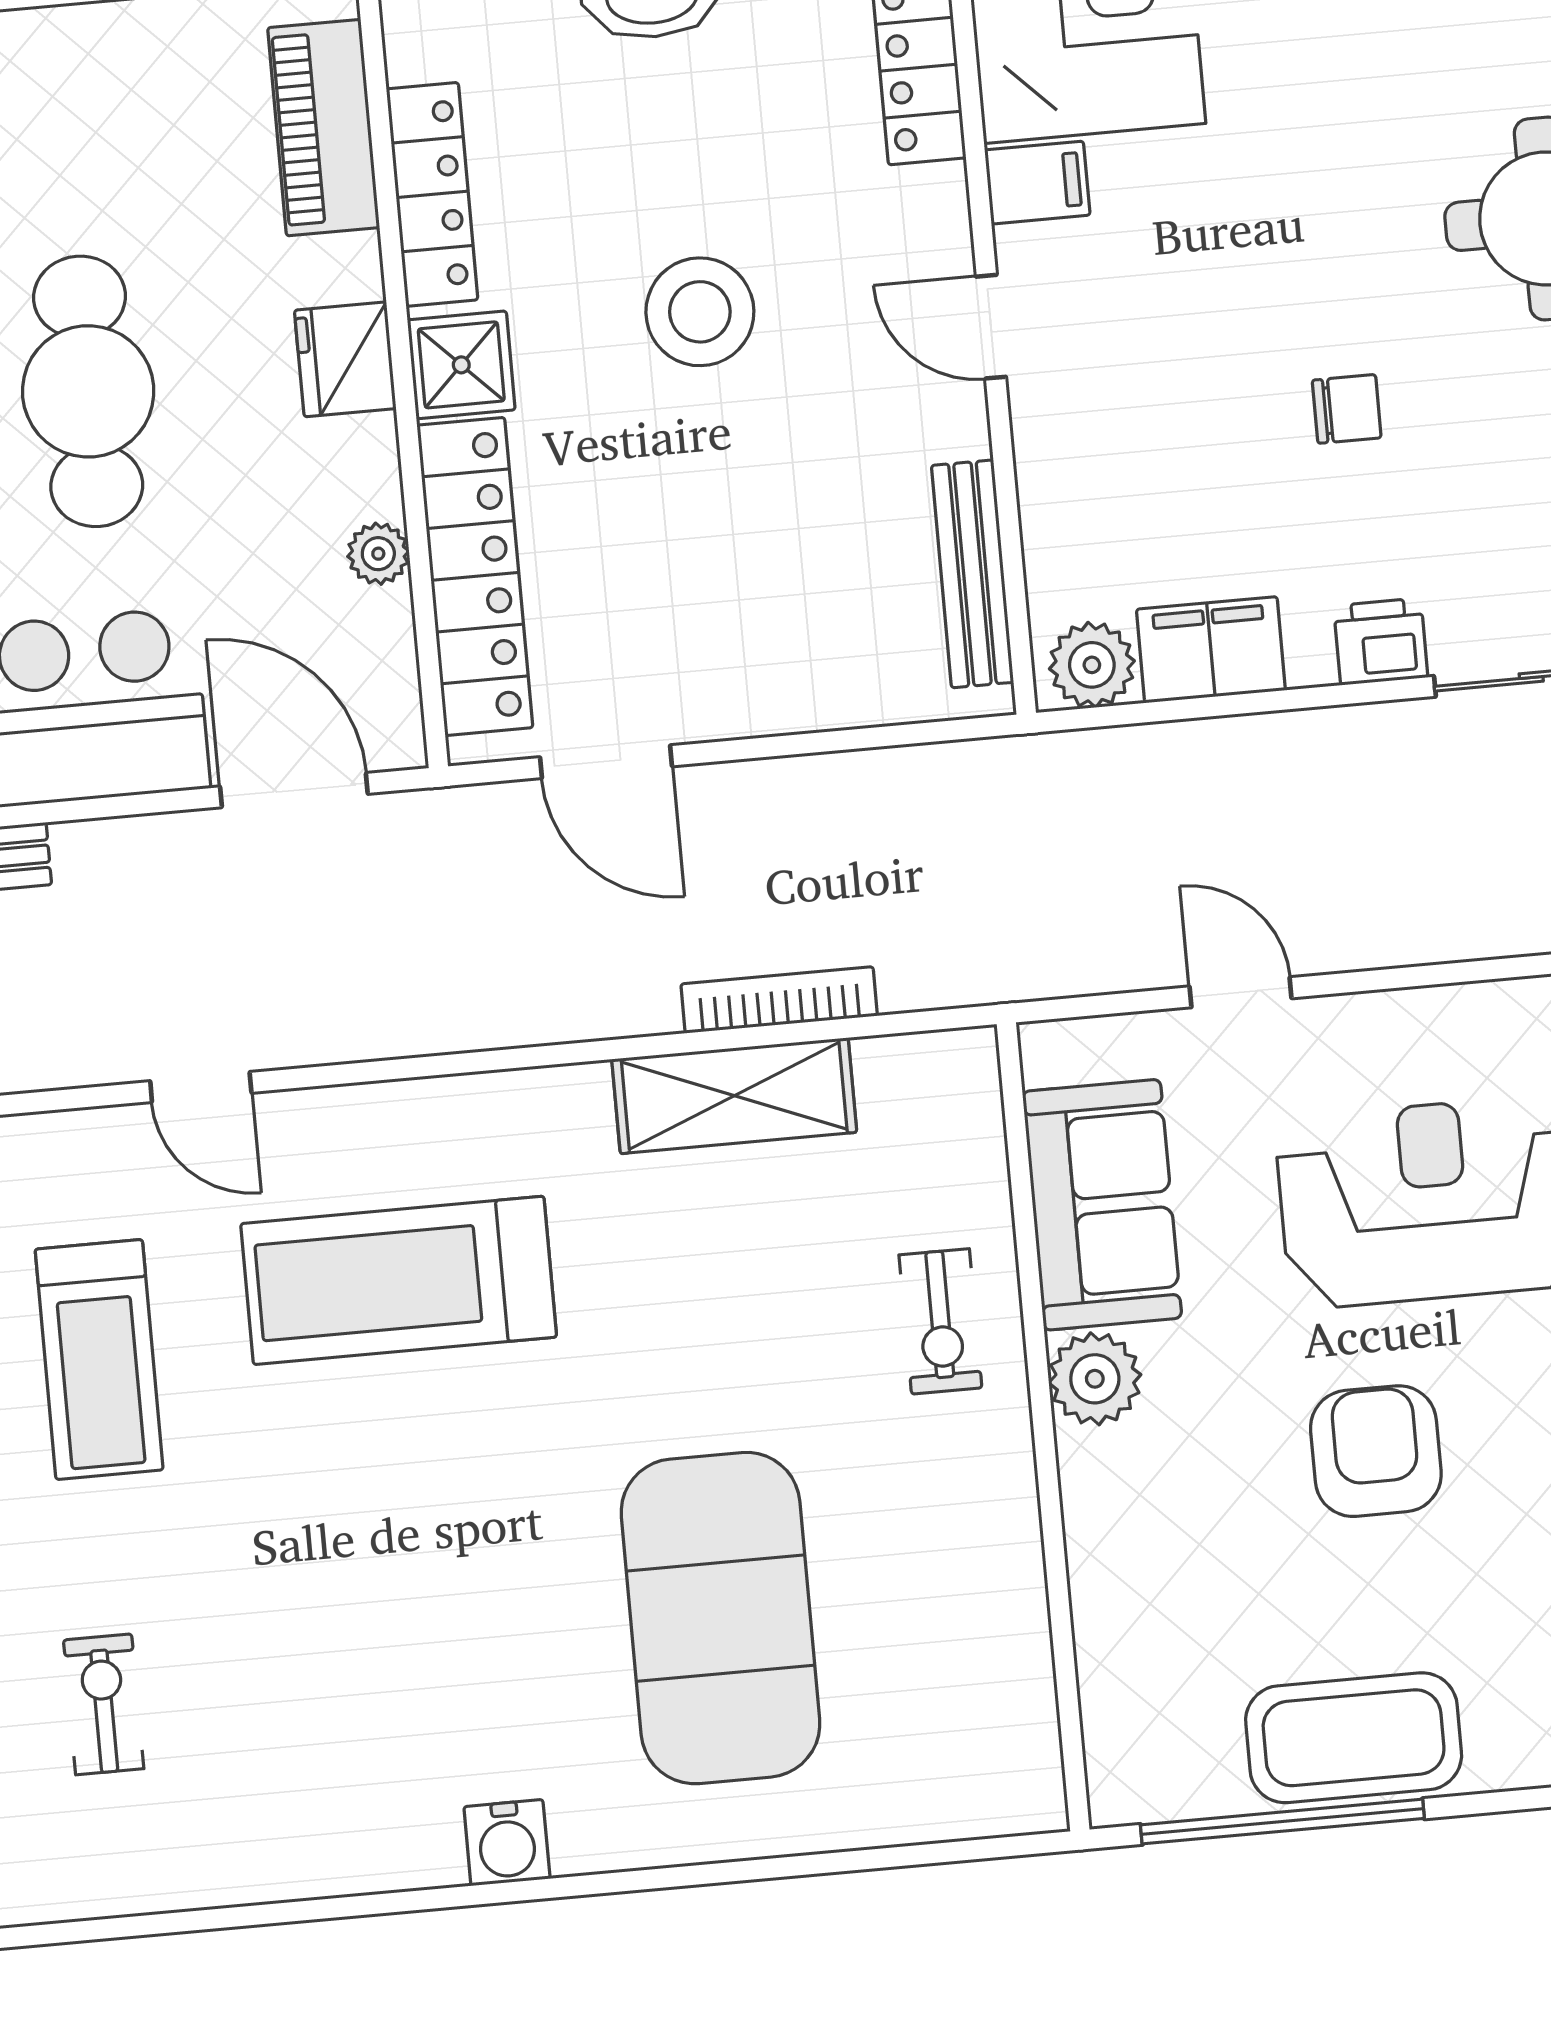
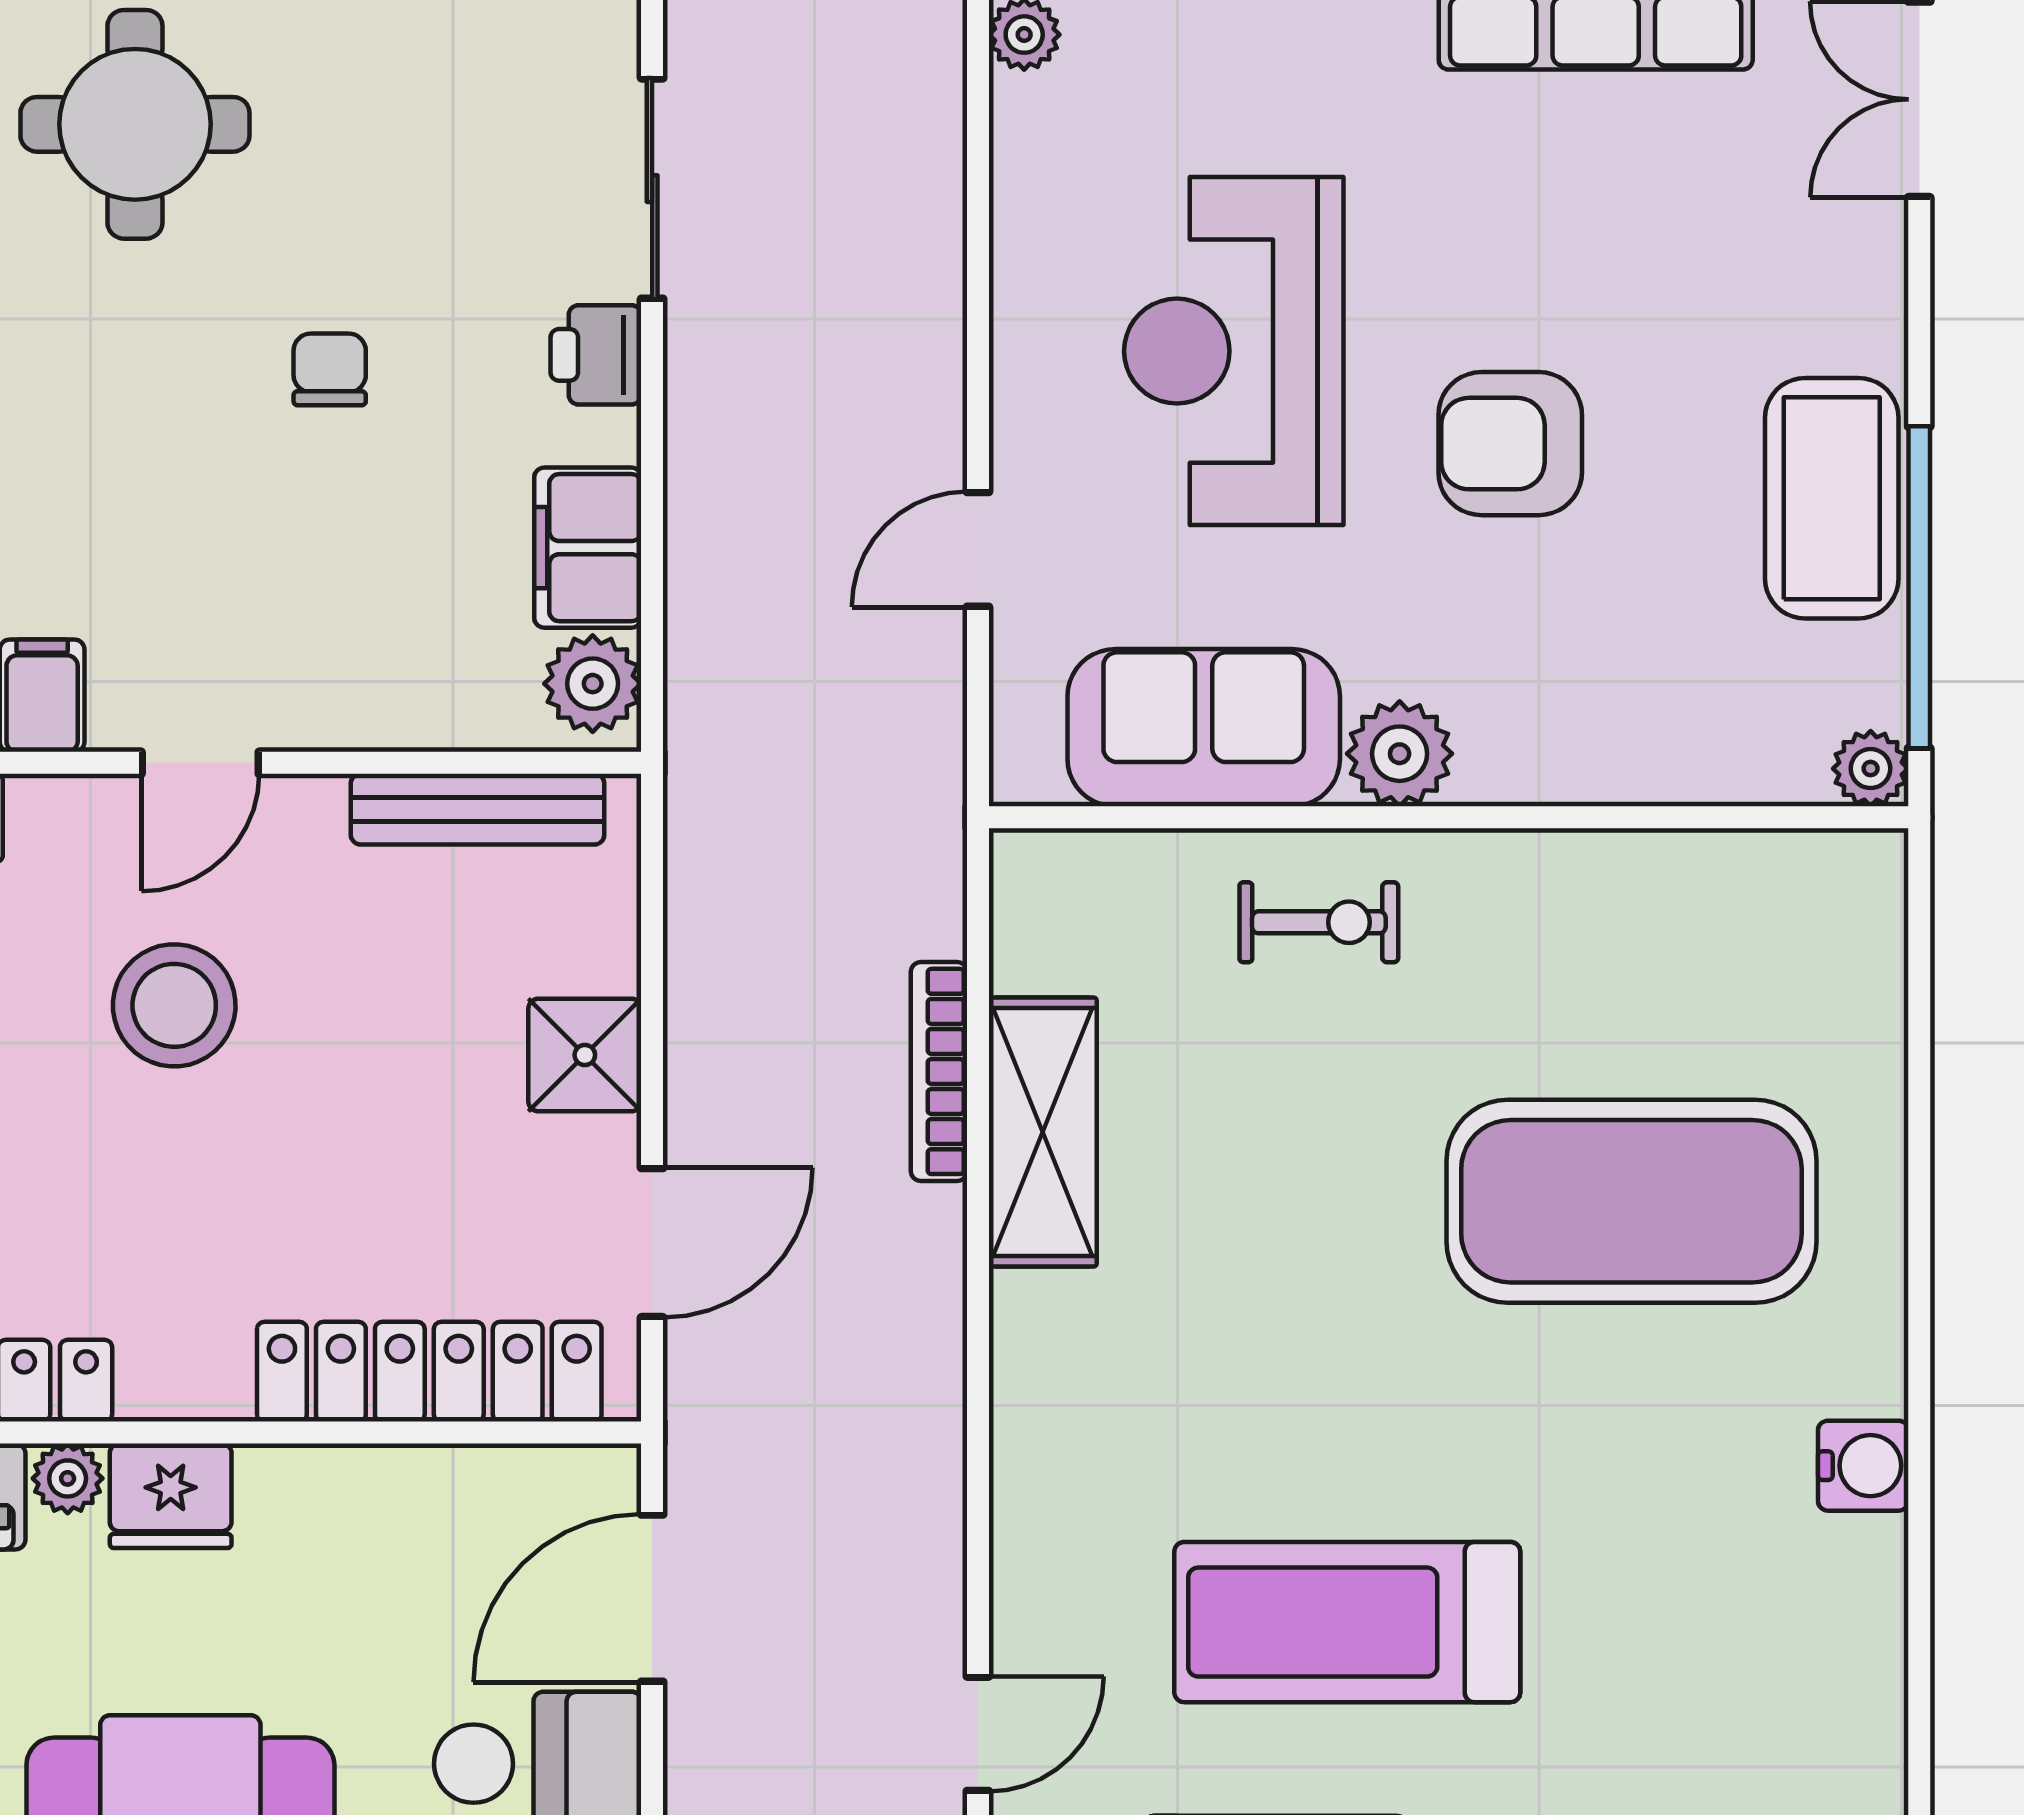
stool: (700, 312) -> (174, 1005), moved
shower: (461, 365) -> (585, 1055), moved
plant: (378, 554) -> (68, 1478), moved
treadmill: (399, 1280) -> (1347, 1622), moved, turned 90
plant: (1119, 1793) -> (1871, 769), added

